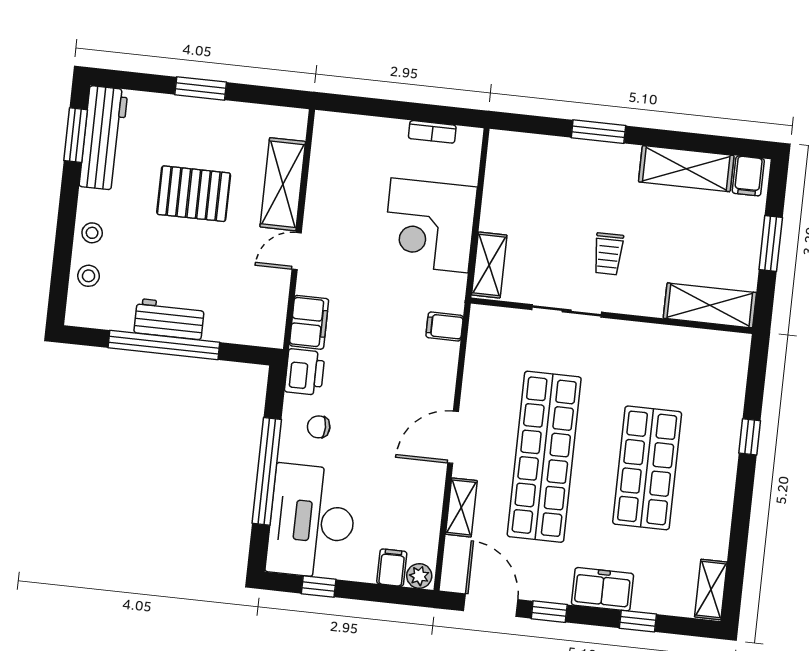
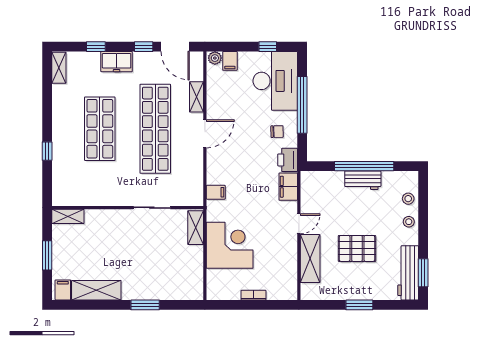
bookcase: (432, 132) -> (253, 295), moved
trolley: (608, 254) -> (133, 240), removed
shelving: (710, 305) -> (68, 216), width x0.67, depth x0.75

